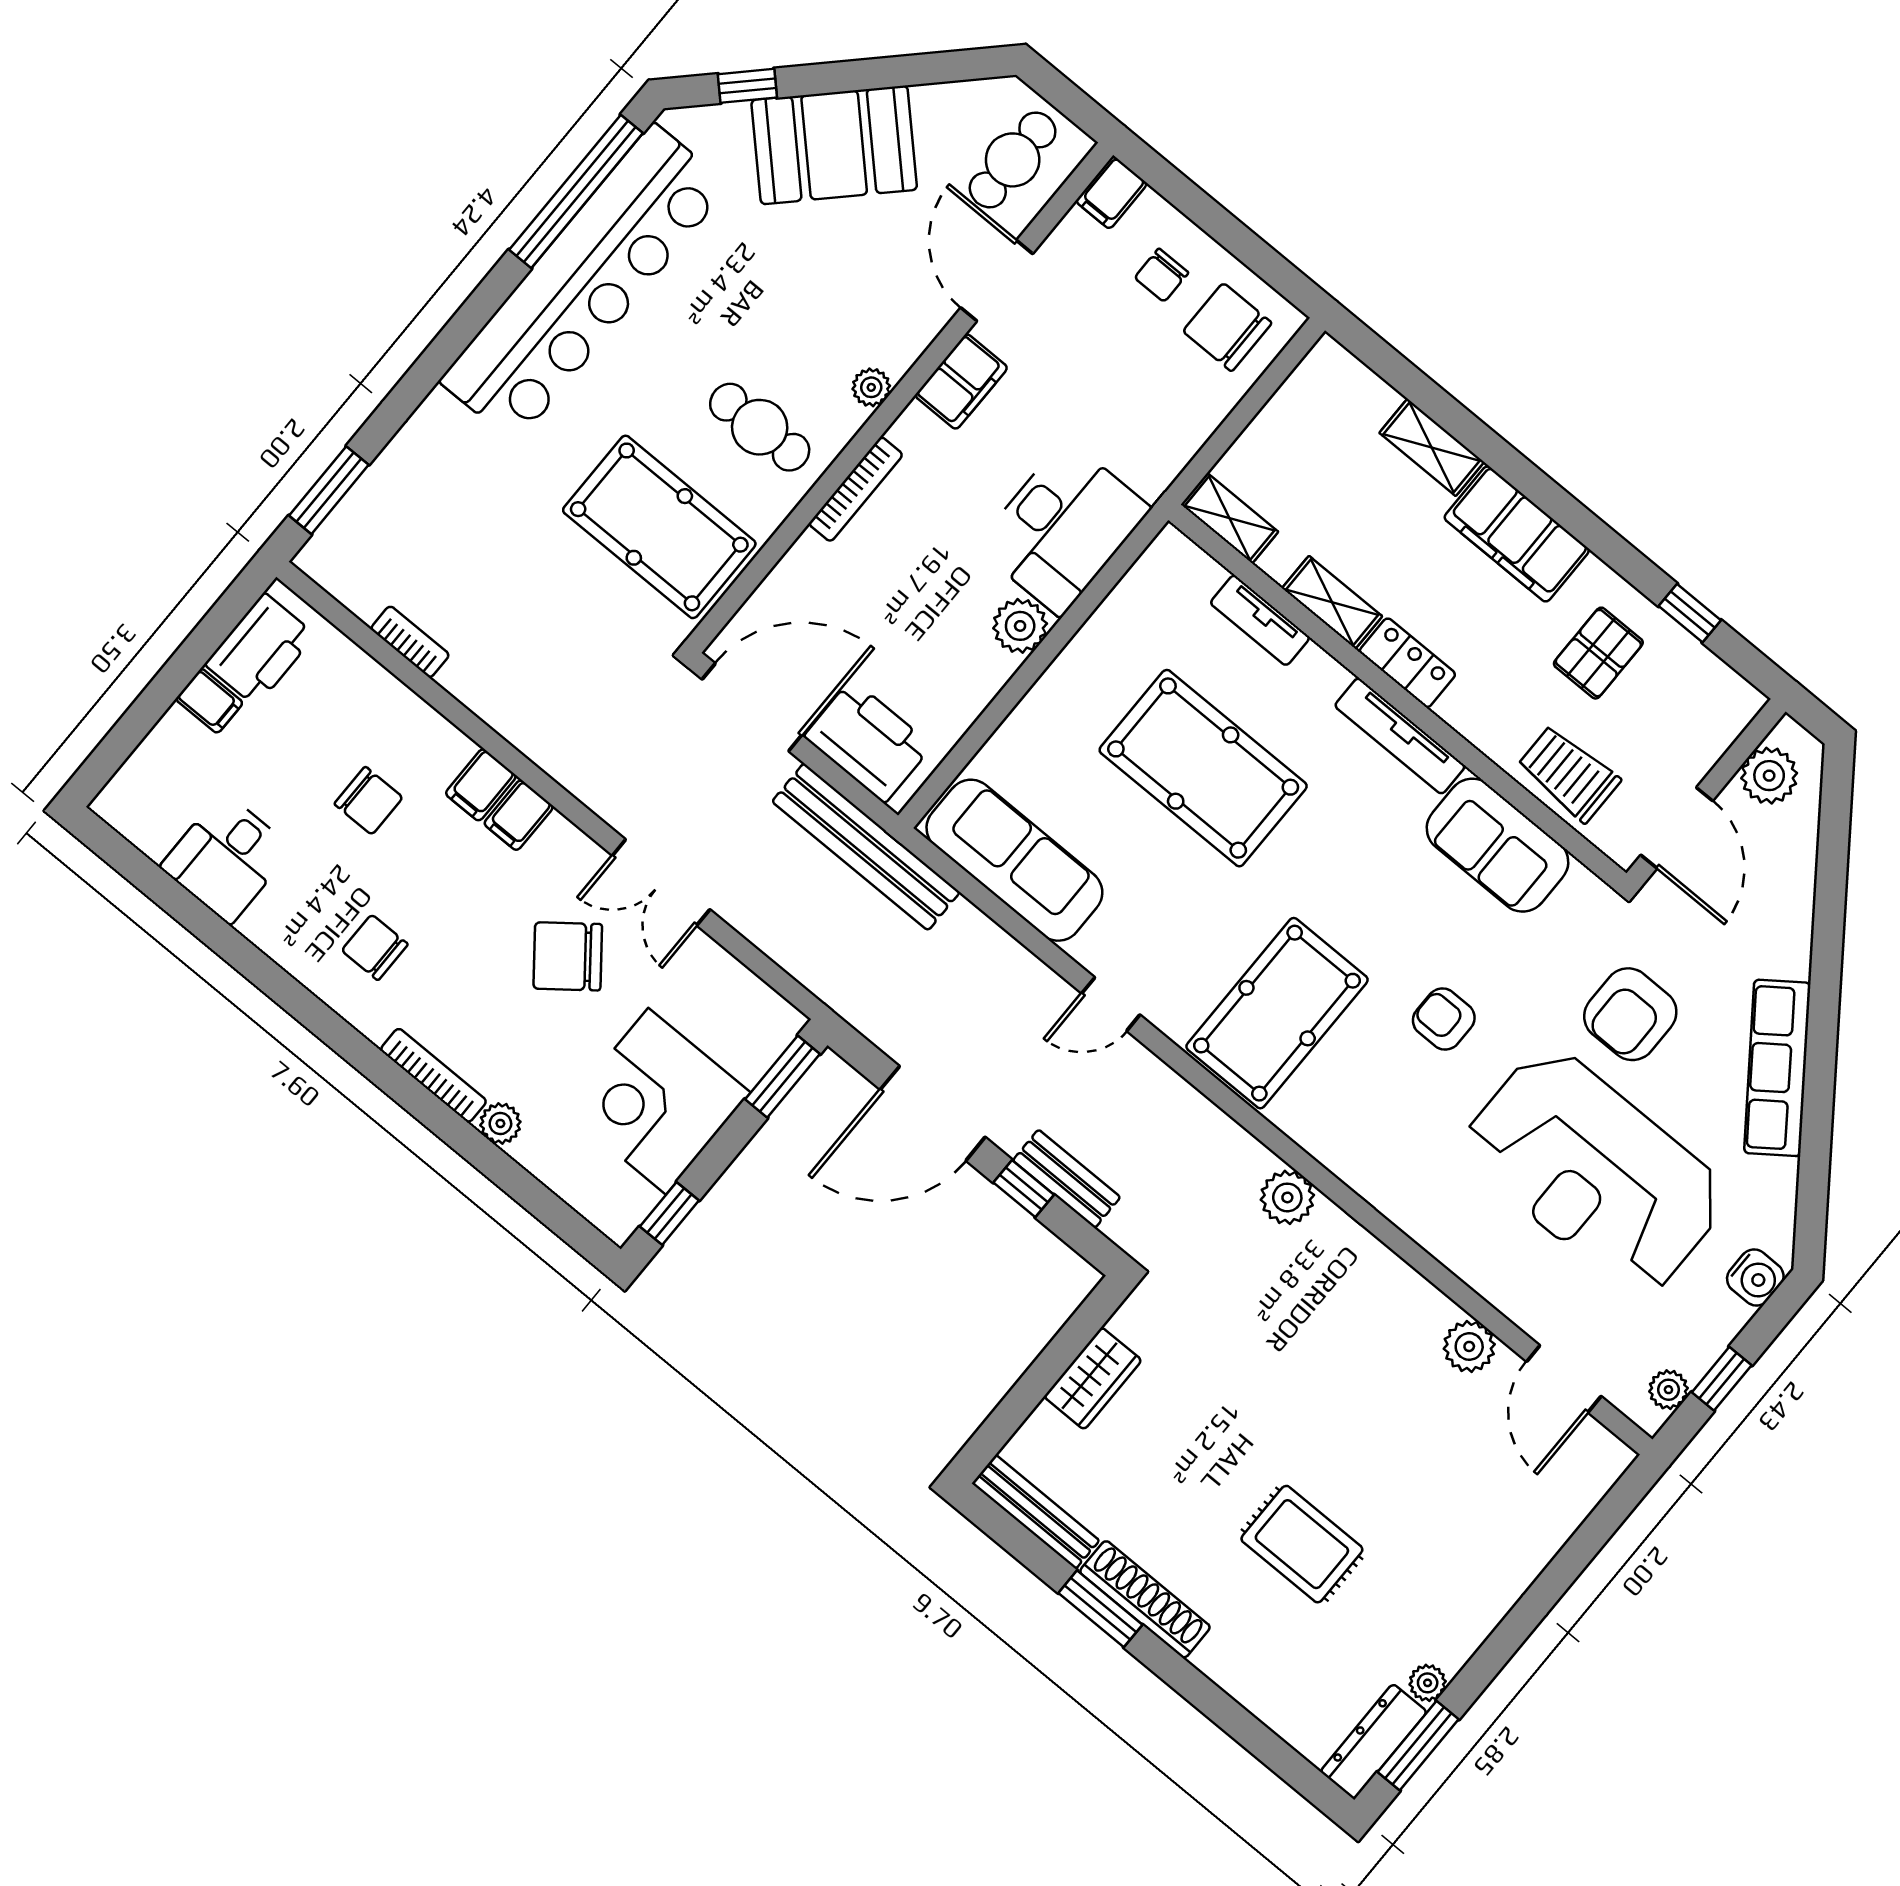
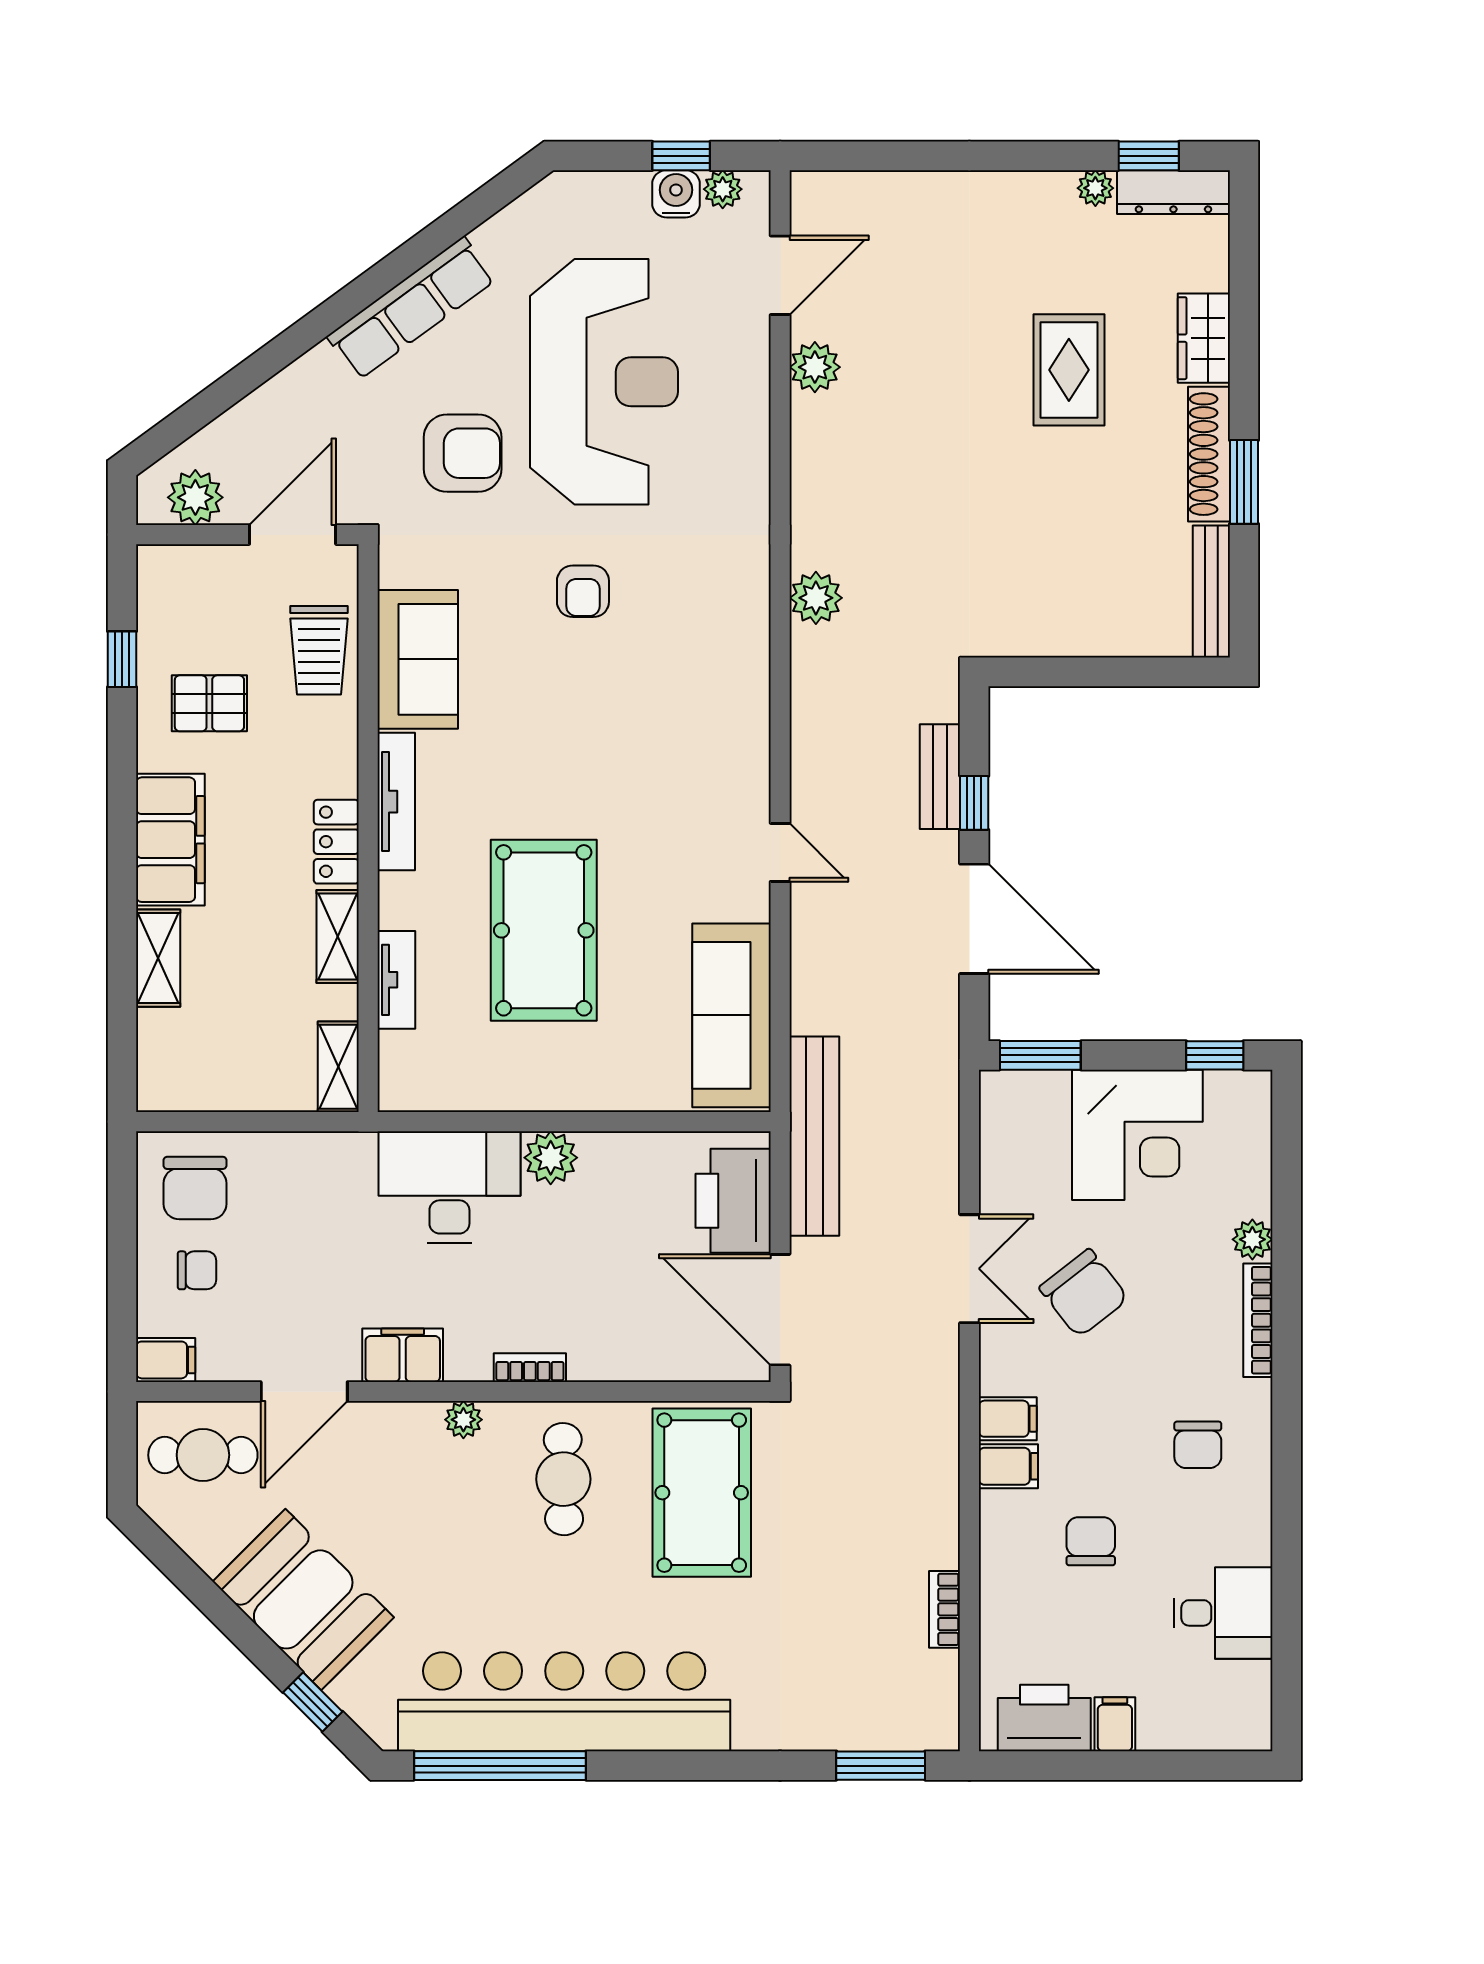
bookcase: (856, 489) -> (530, 1368), width x0.64
pool table: (1277, 1013) -> (683, 721), removed
water cooler: (1755, 1278) -> (676, 194), moved
wardrobe: (1093, 1378) -> (1204, 338), moved, turned -90
window: (1418, 1746) -> (1149, 156), width x0.67

